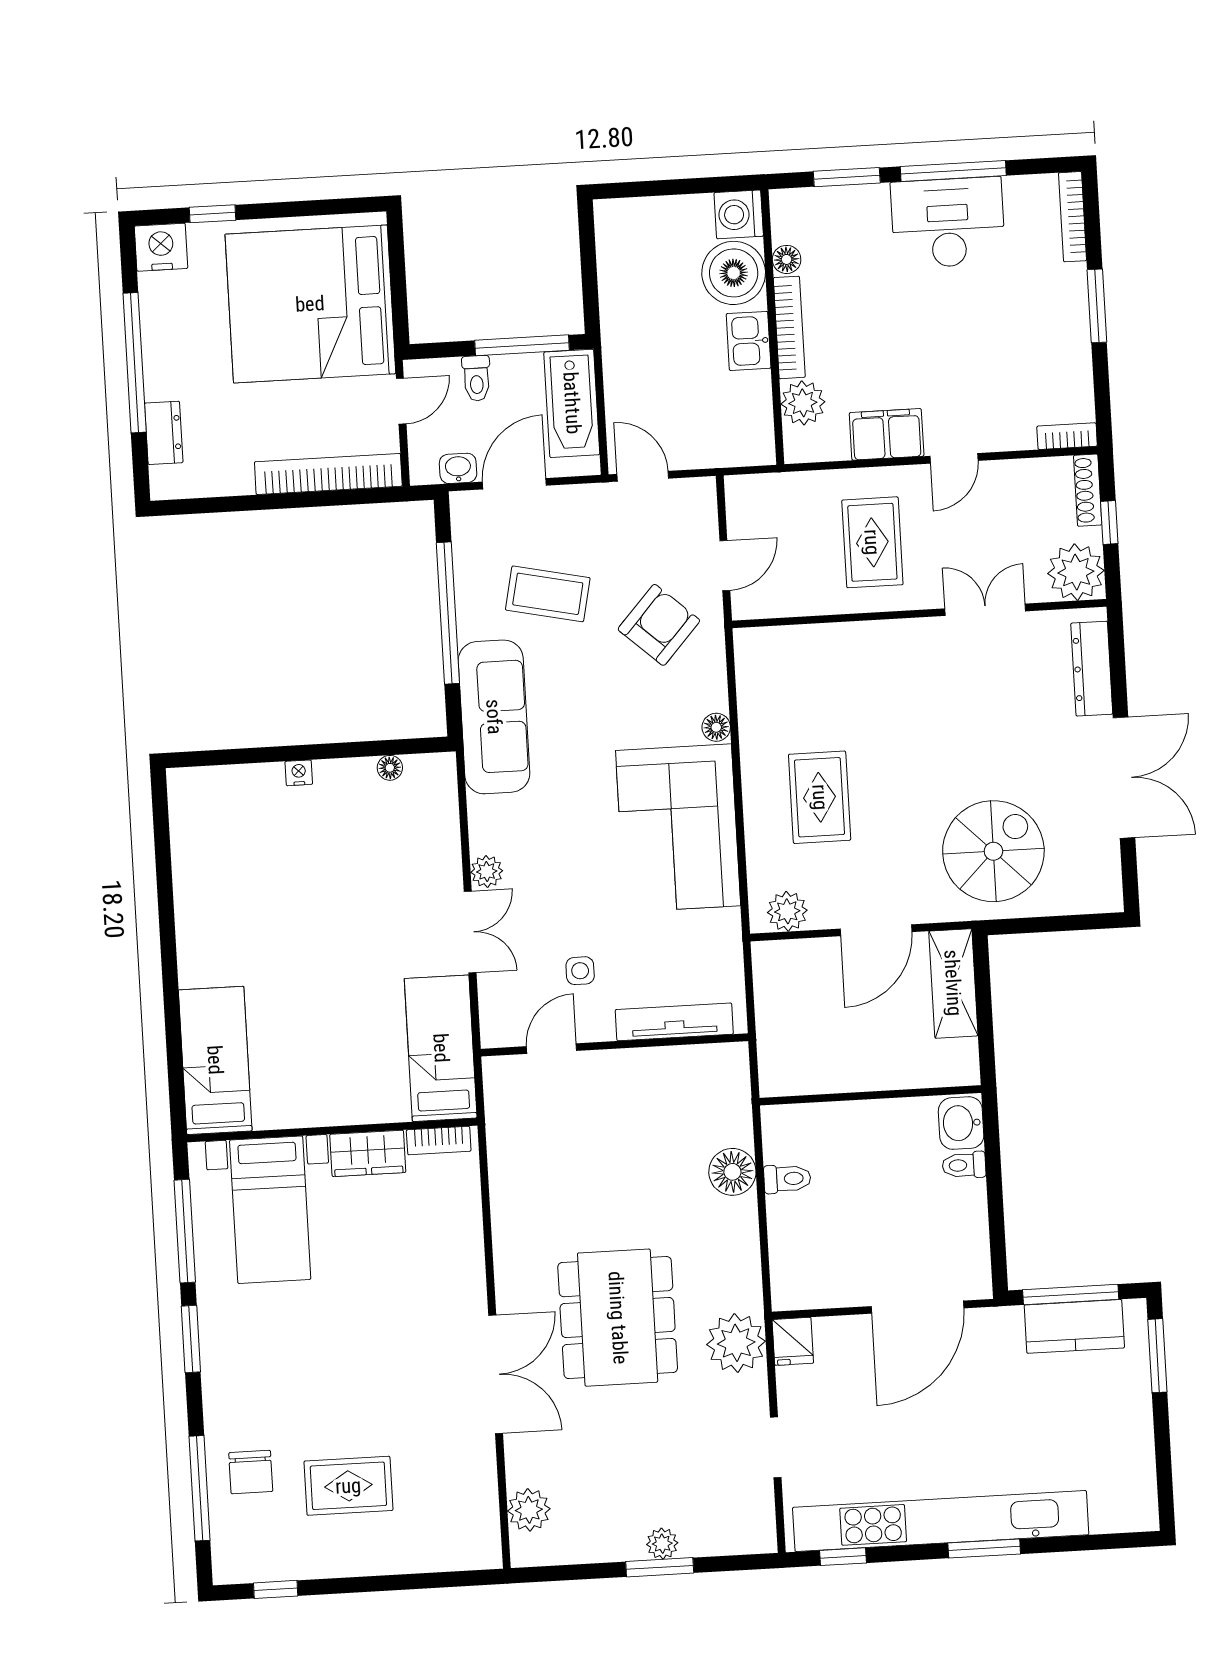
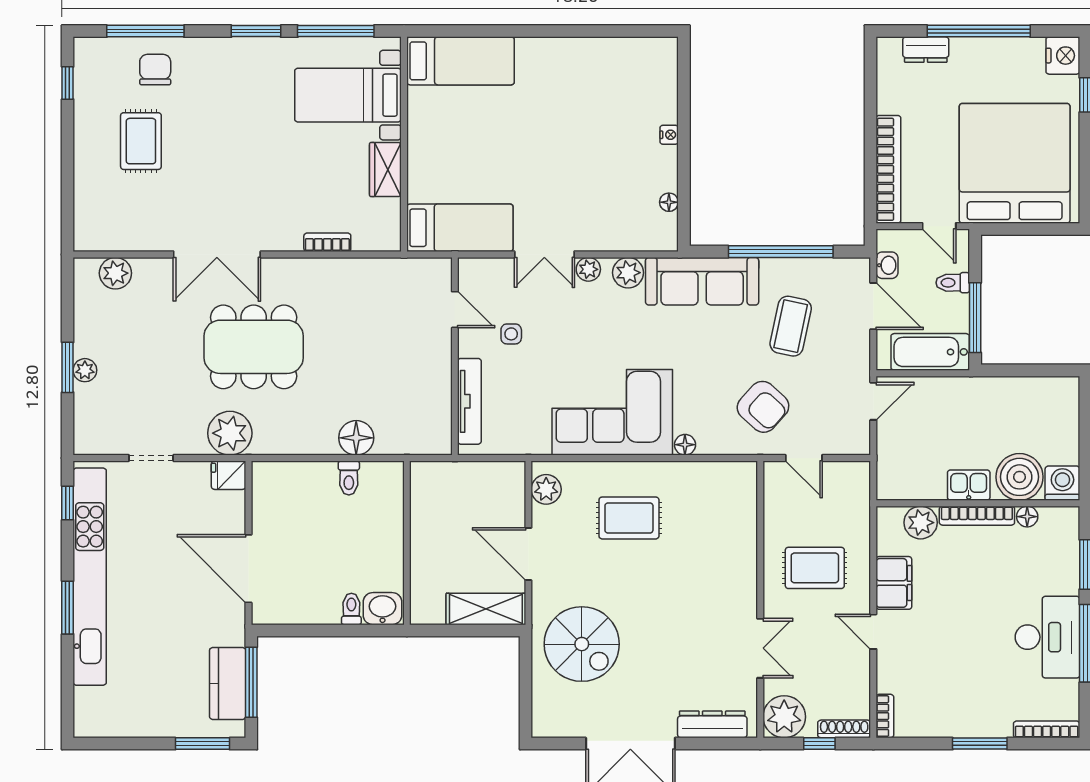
plant: (488, 818) -> (628, 273), added
bookcase: (439, 1141) -> (327, 242), moved, turned 90
chair: (251, 1472) -> (155, 70), turned 90

